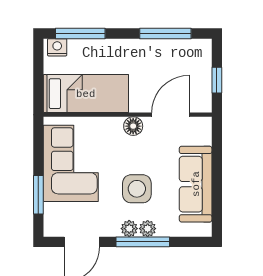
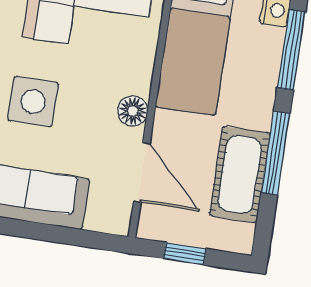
window: (165, 34) -> (276, 153), moved
cot: (162, 54) -> (240, 174), added

